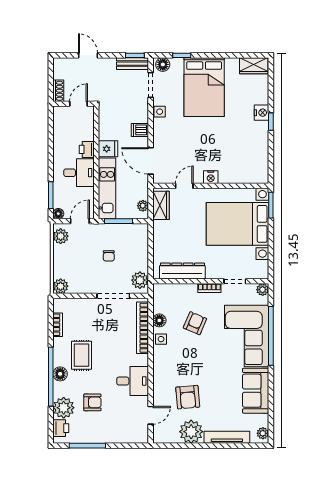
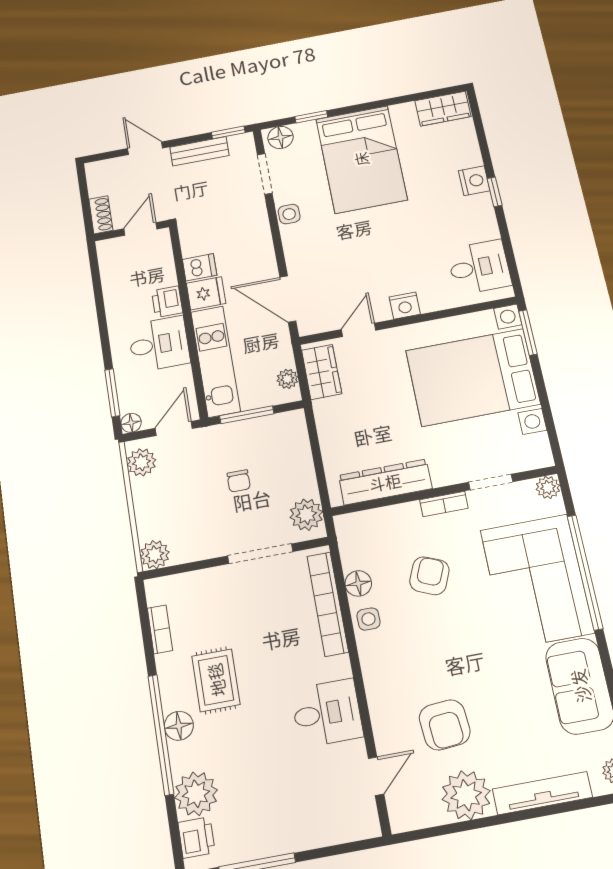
bench: (133, 64) -> (199, 151), moved
dishwasher: (140, 130) -> (200, 267), moved, turned 180
desk: (254, 163) -> (479, 267), added
armchair: (92, 402) -> (253, 772), removed

